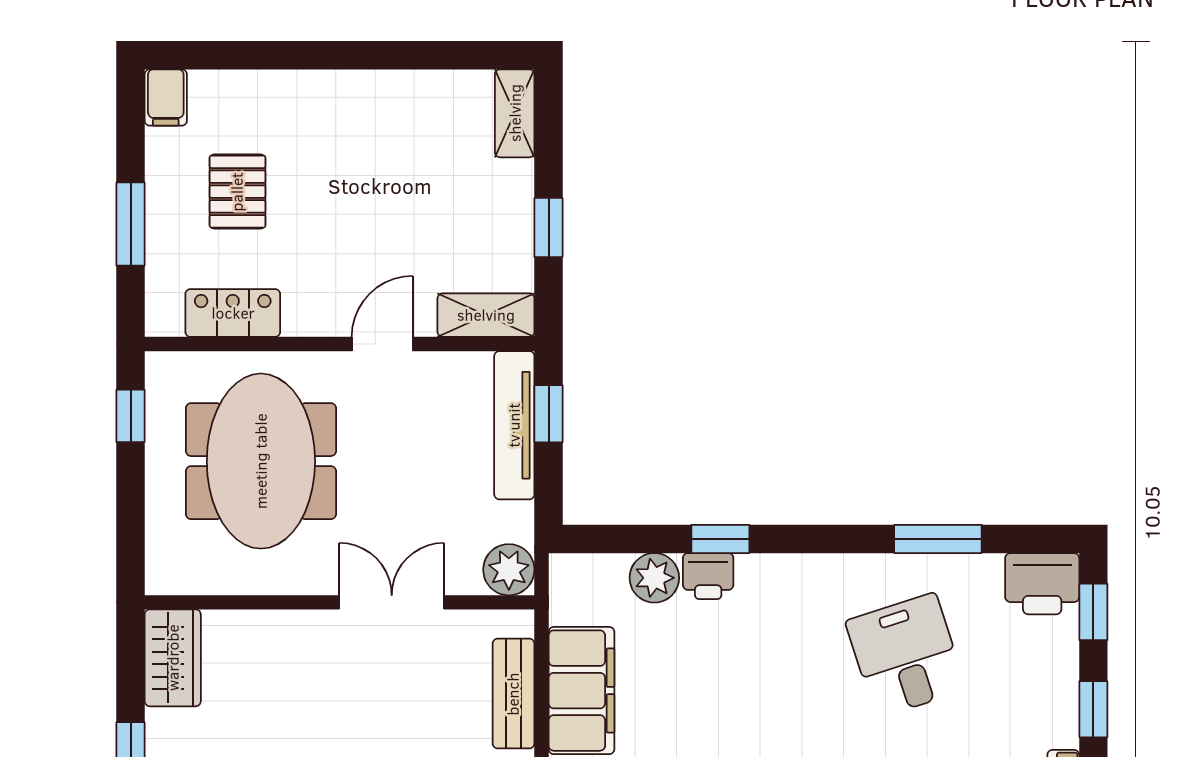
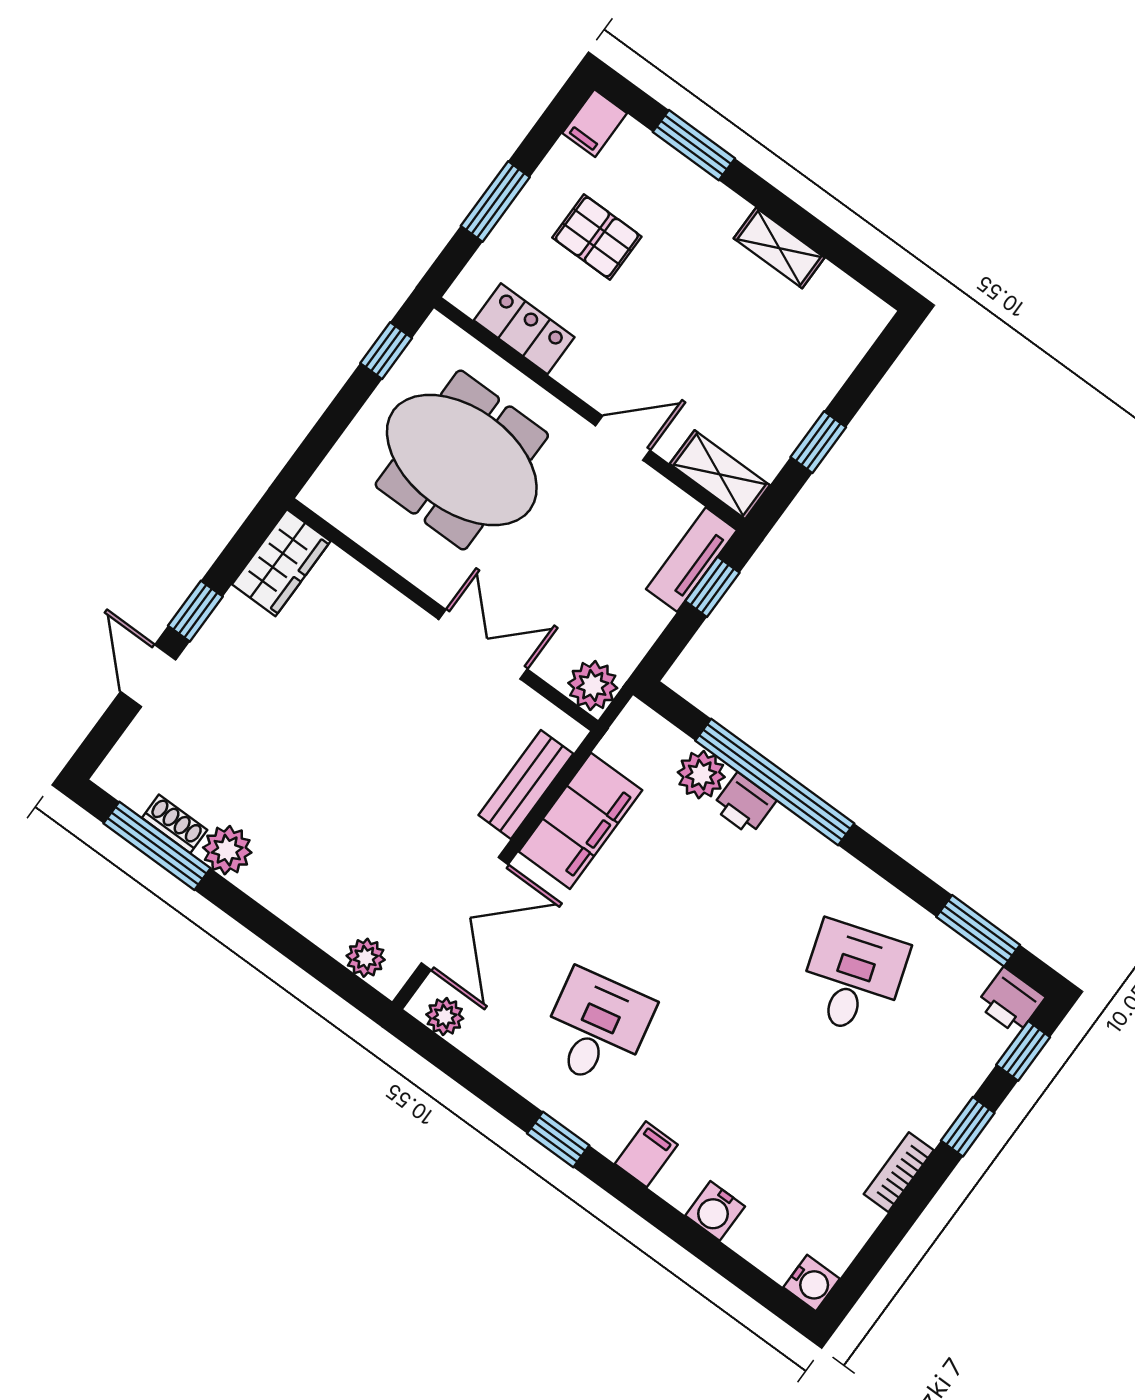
window: (262, 55) -> (694, 145), added
shelving: (515, 113) -> (779, 248), moved, turned 90
pallet: (237, 192) -> (597, 237), turned 90
tv unit: (514, 425) -> (691, 560), width x0.71
meeting table: (261, 461) -> (462, 460), turned 90
window: (720, 539) -> (775, 782), width x3.17
window: (938, 539) -> (978, 931), moved
printer: (1042, 584) -> (1011, 1001), width x0.73, depth x0.81

